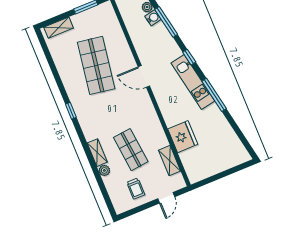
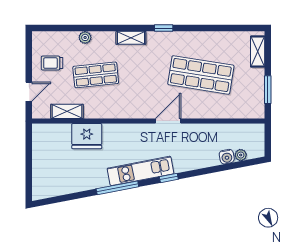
window: (166, 22) -> (216, 169), removed
shelving: (97, 153) -> (131, 38), moved
door: (166, 198) -> (29, 92), swing flipped

